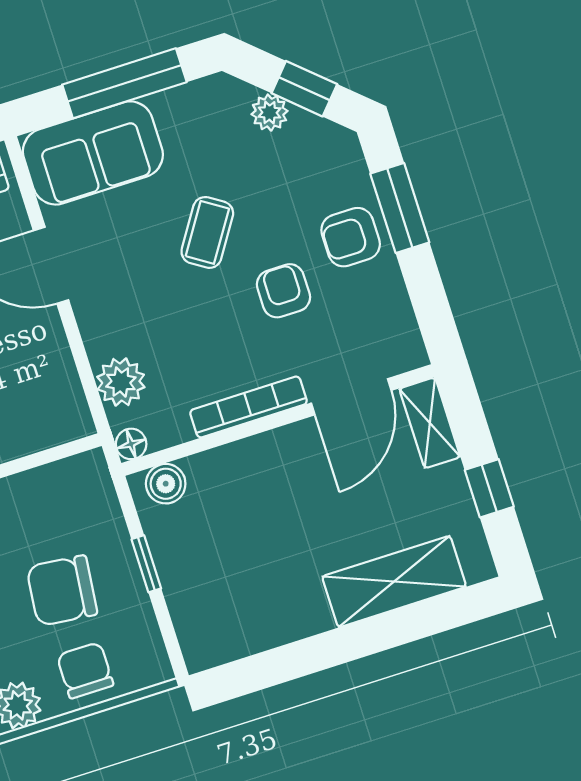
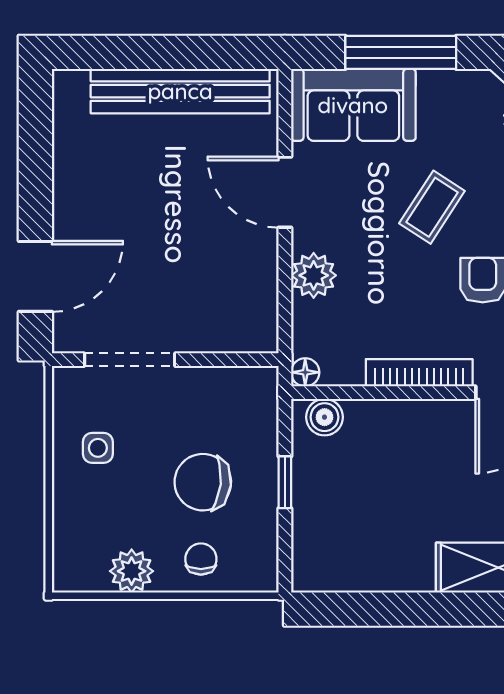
plant: (121, 382) -> (314, 275), moved
chair: (85, 670) -> (201, 559), width x0.73, depth x0.73

